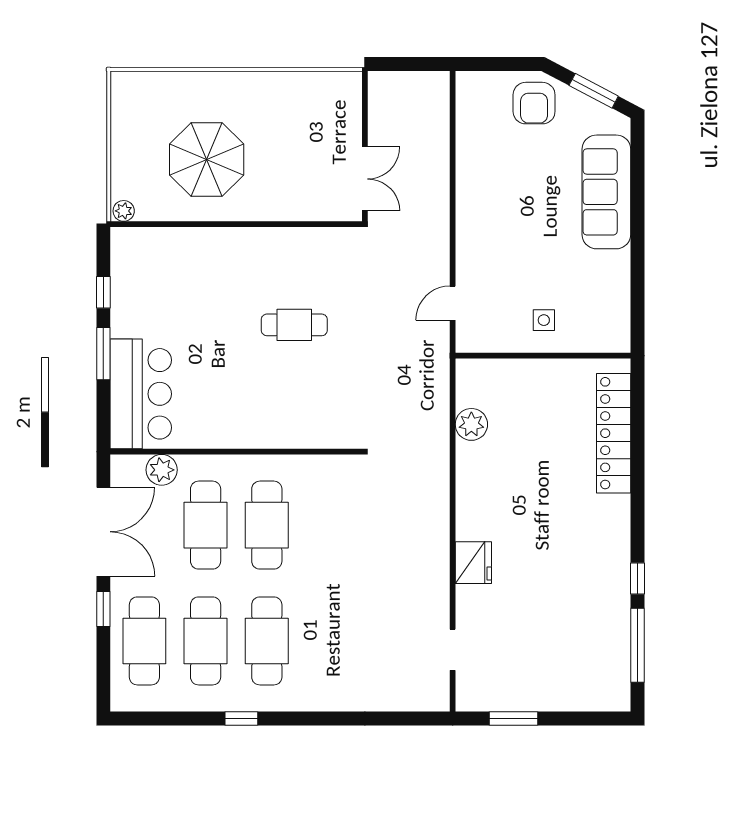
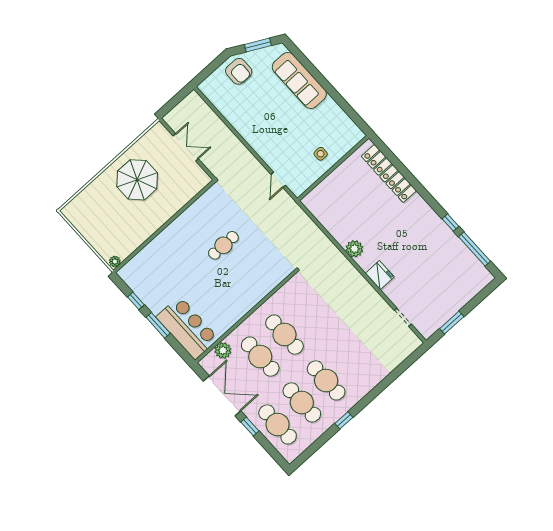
parasol: (207, 159) -> (137, 180), moved
double door: (365, 179) -> (186, 147), moved
plant: (471, 424) -> (354, 249), moved

